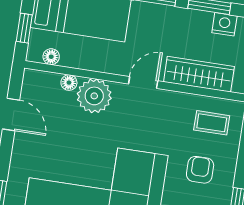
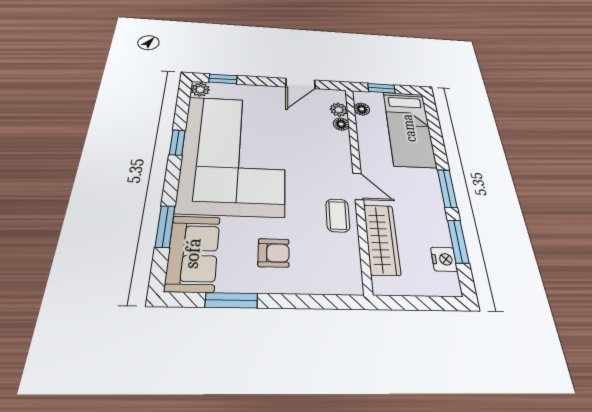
plant: (94, 96) -> (339, 110), moved, width x0.53, depth x0.53
coffee table: (212, 123) -> (338, 215), moved

